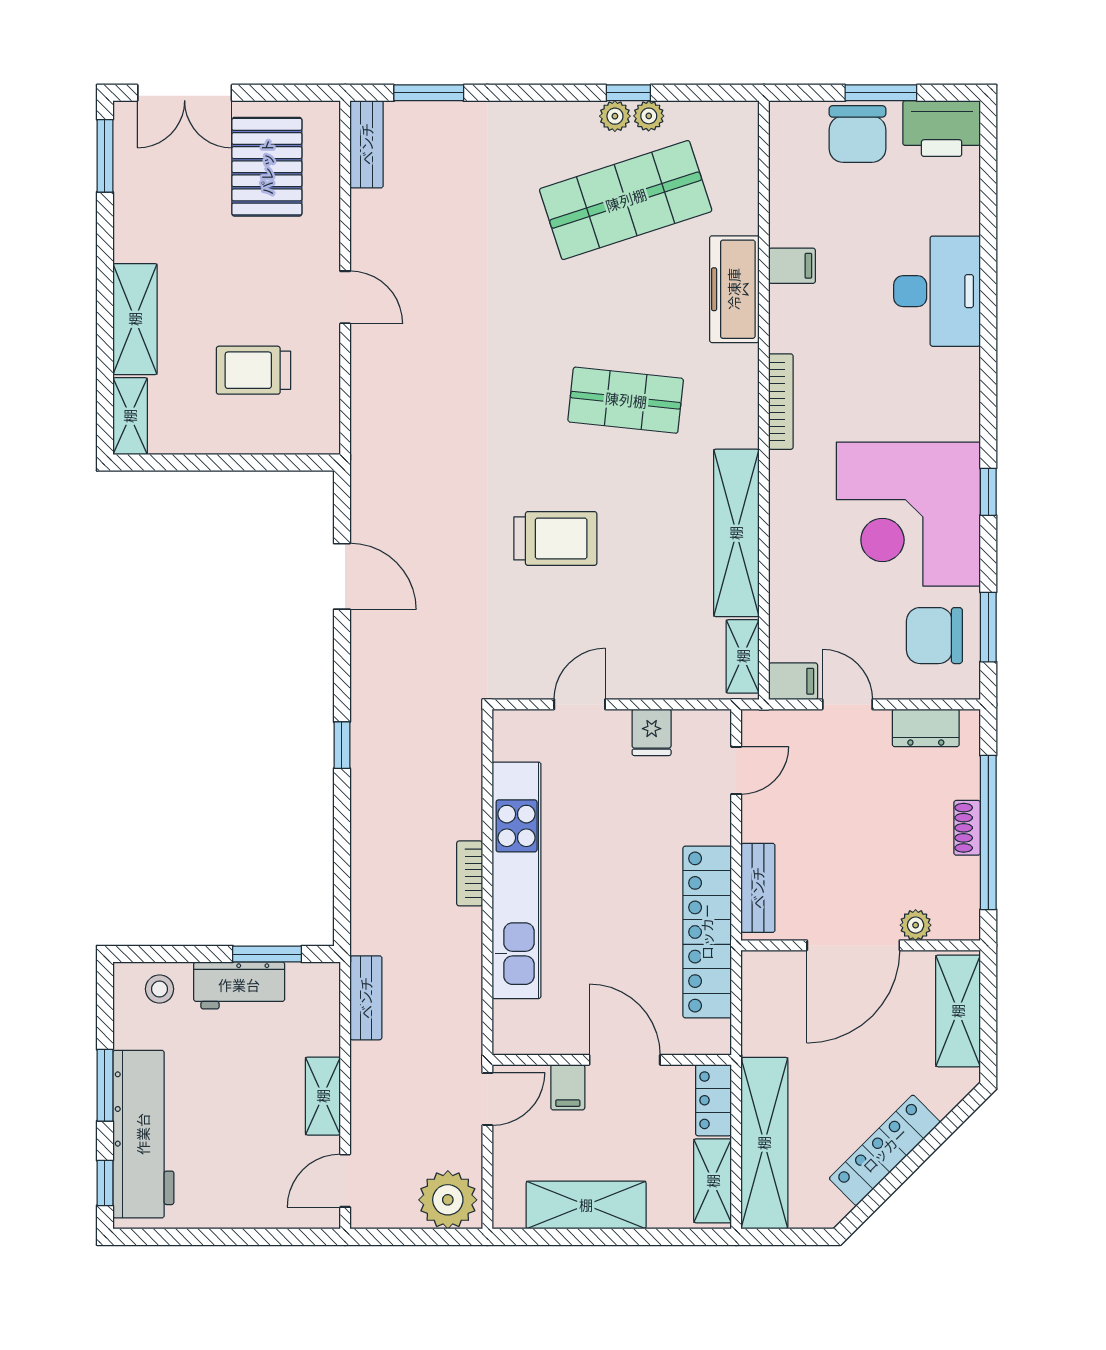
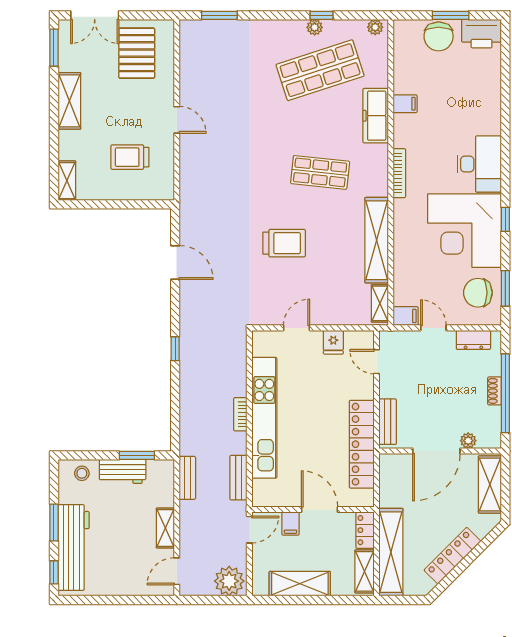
plant: (649, 116) -> (375, 27), moved
bench: (367, 144) -> (238, 478), moved
desk: (937, 291) -> (479, 164), moved
shelving: (135, 319) -> (69, 101), moved
door: (736, 770) -> (377, 362), swing flipped

